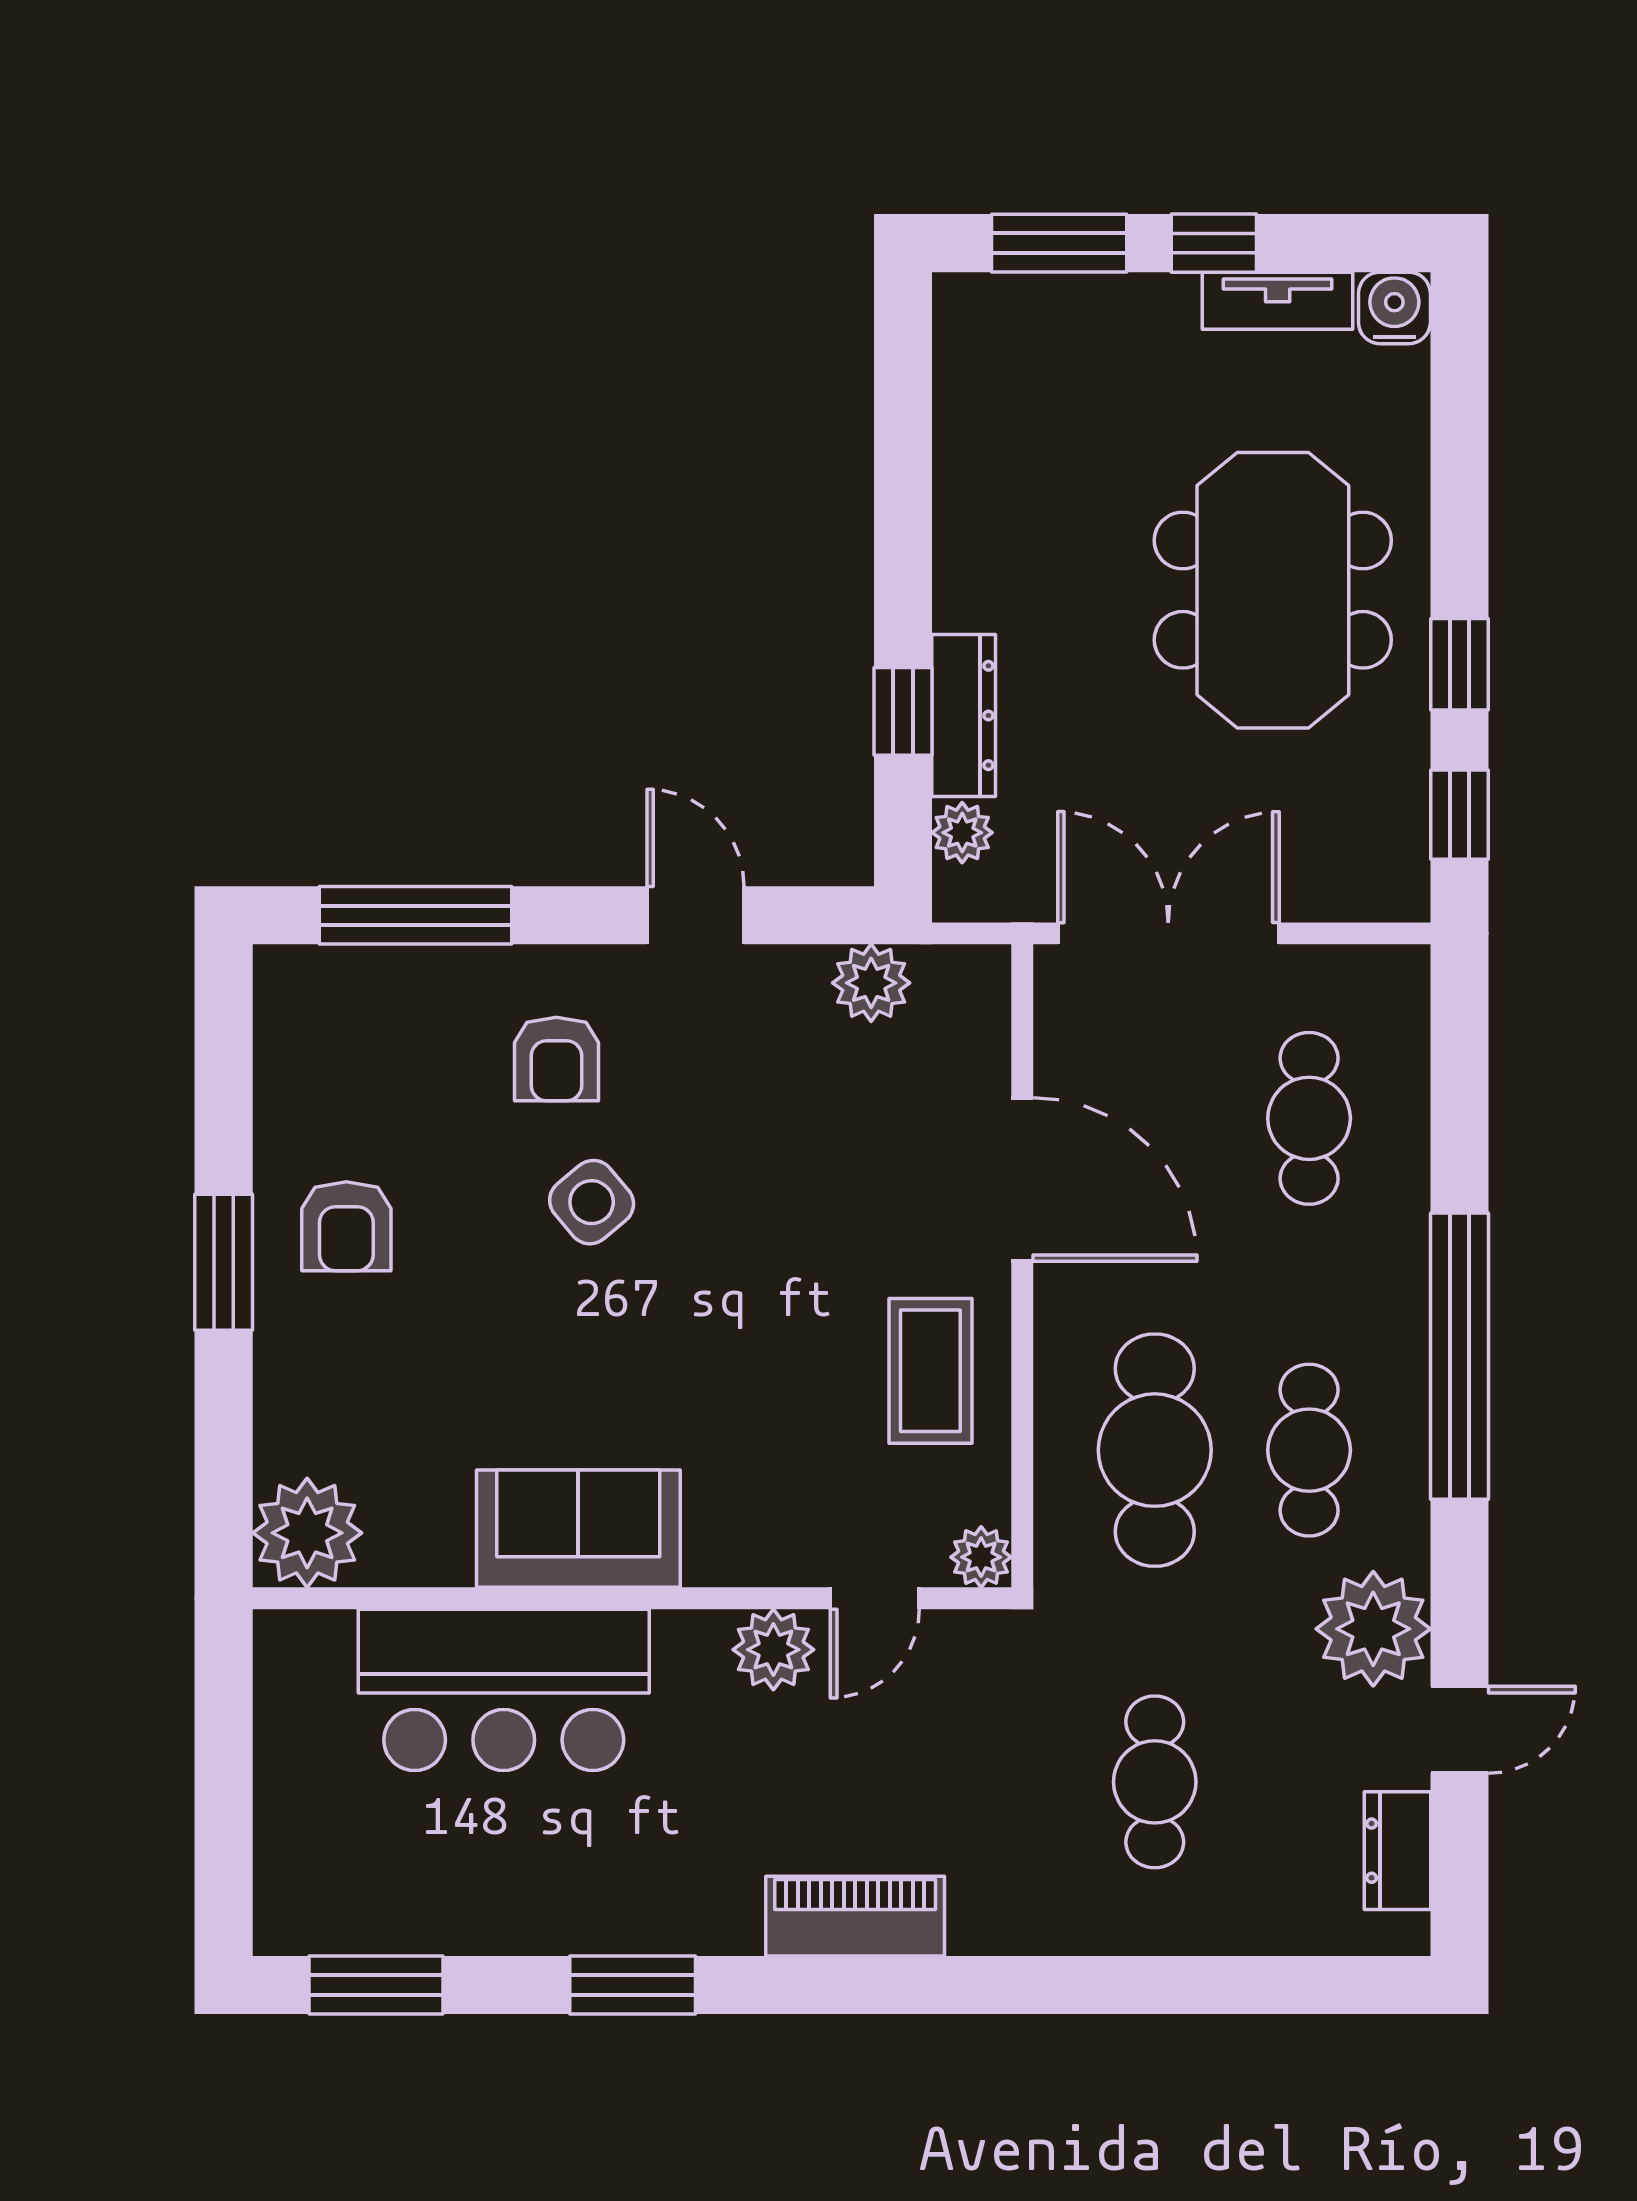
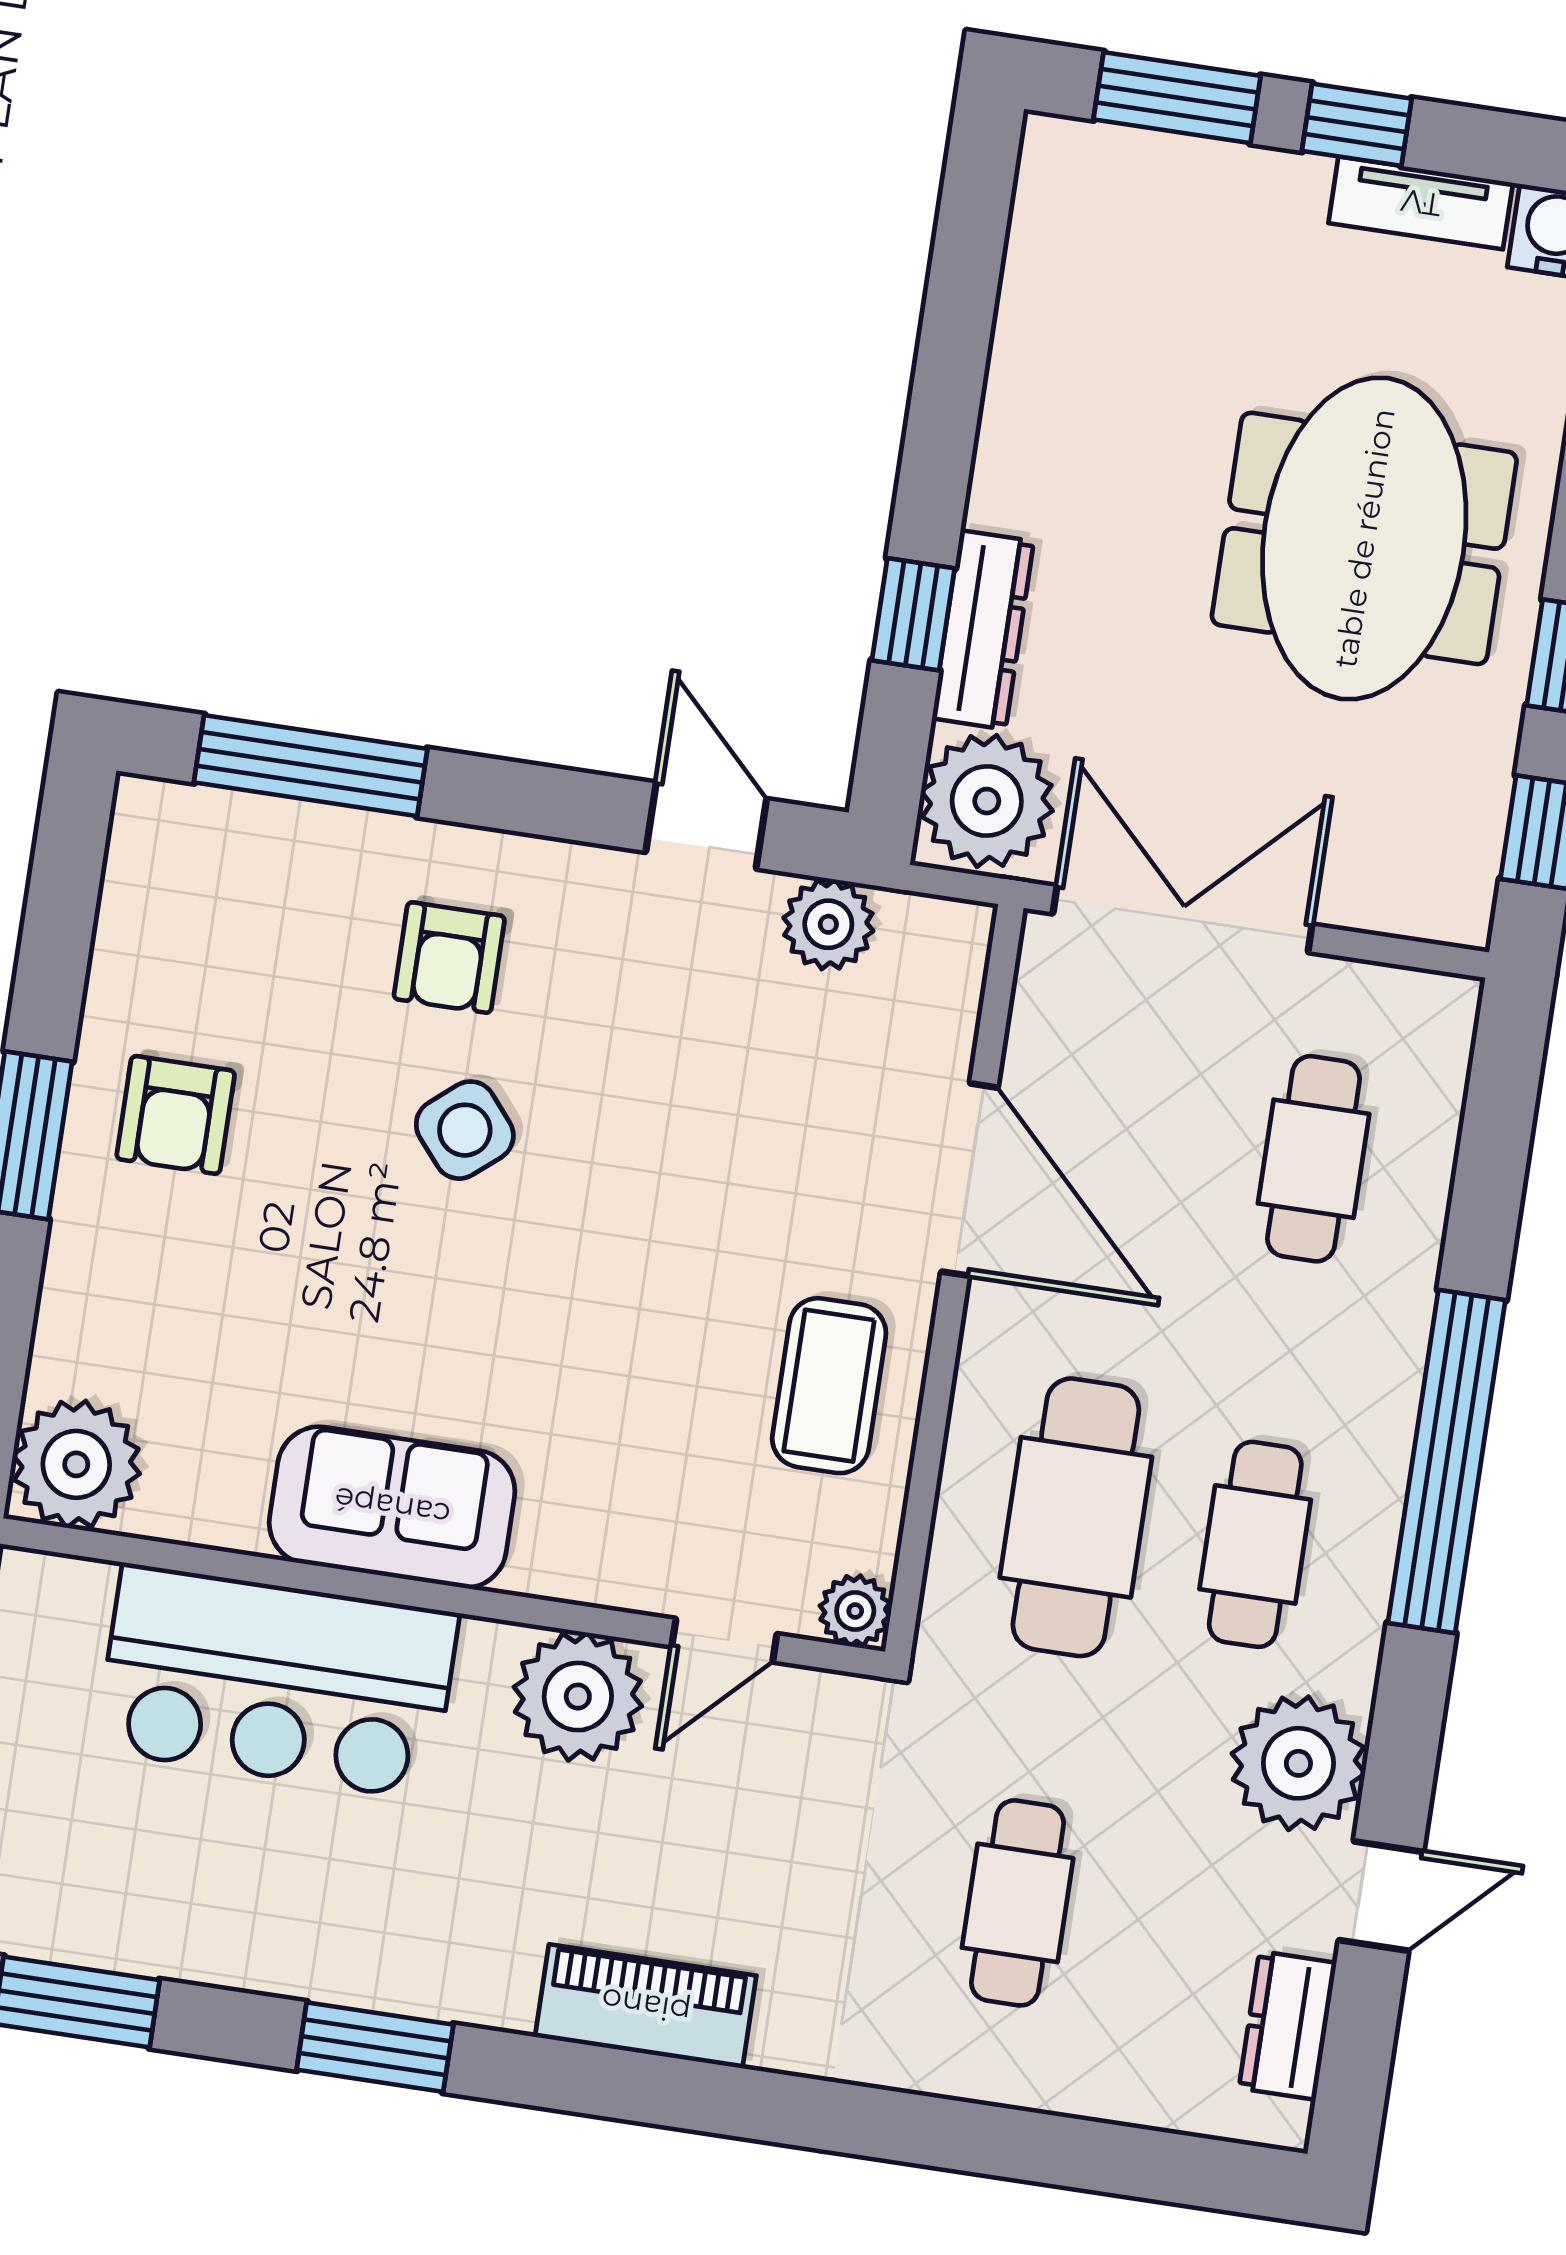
plant: (962, 833) -> (987, 801), width x1.88, depth x1.88
door: (695, 915) -> (706, 825), moved
plant: (773, 1650) -> (578, 1697), width x1.36, depth x1.36

